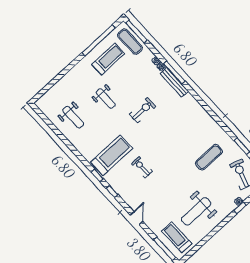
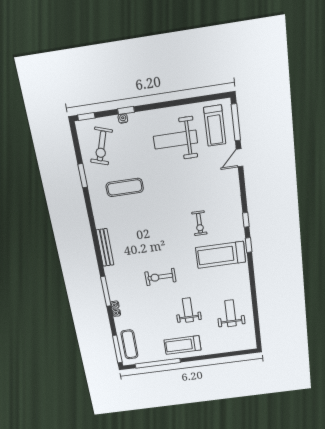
treadmill: (108, 59) -> (182, 345), moved
bench: (174, 82) -> (105, 247), moved
weight bench: (196, 211) -> (175, 140), turned 180
door: (137, 218) -> (240, 158), moved

